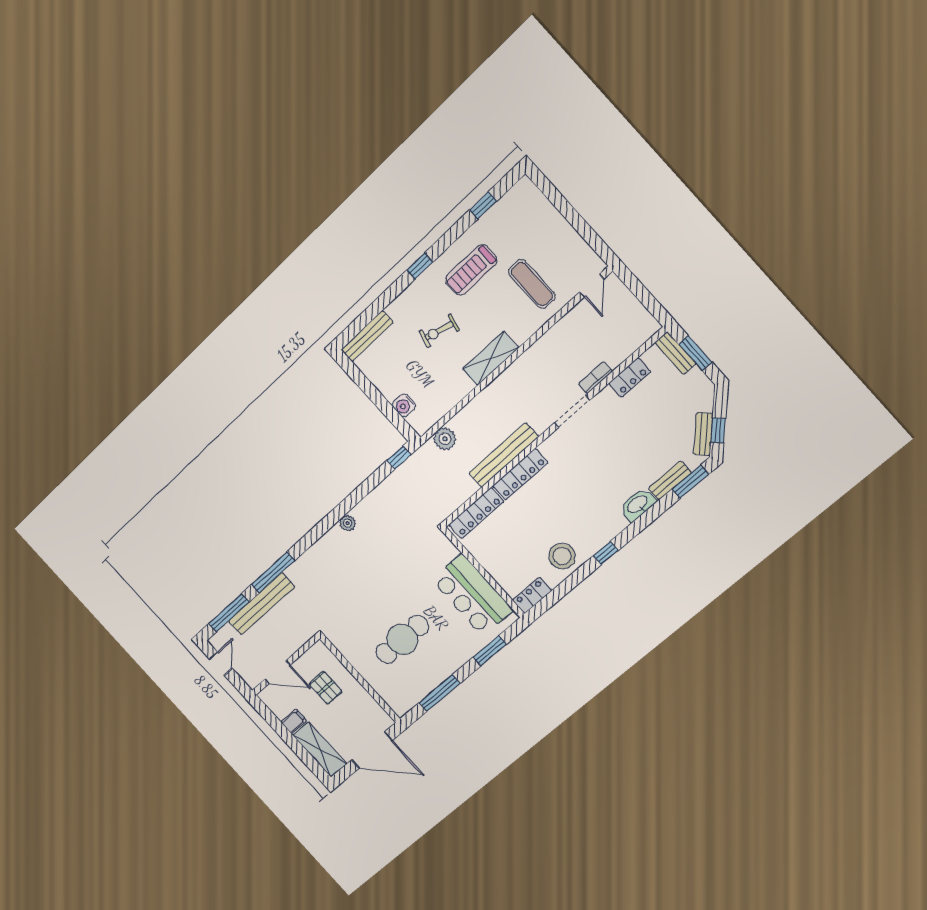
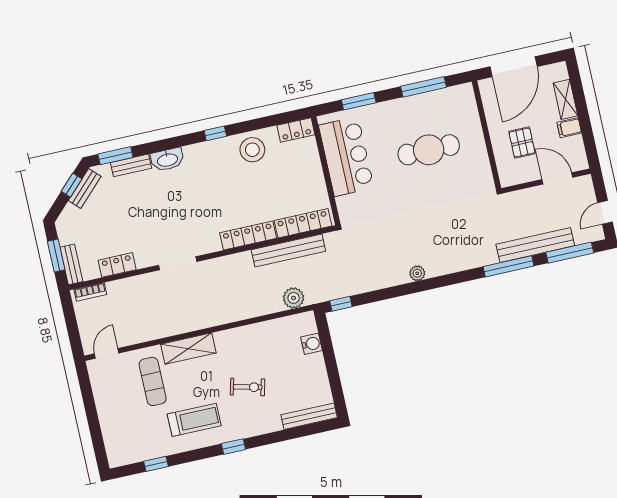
shelving: (491, 358) -> (188, 349), moved
bookcase: (595, 378) -> (90, 292), moved
bench: (504, 455) -> (288, 251), moved
shelving: (320, 749) -> (565, 99), width x0.67, depth x0.75
door: (372, 750) -> (514, 67), swing flipped

